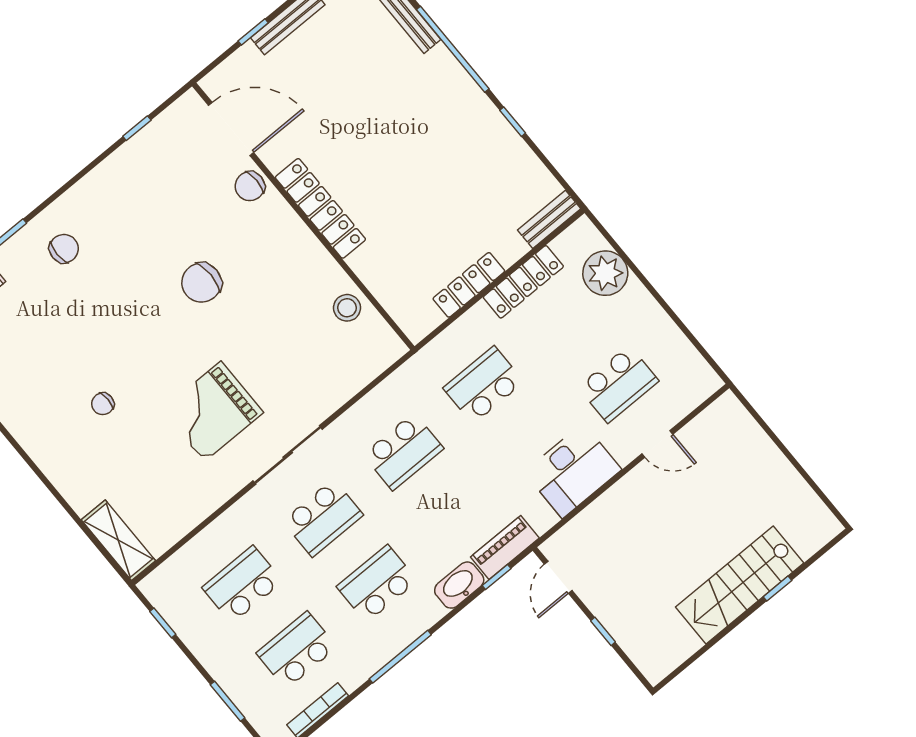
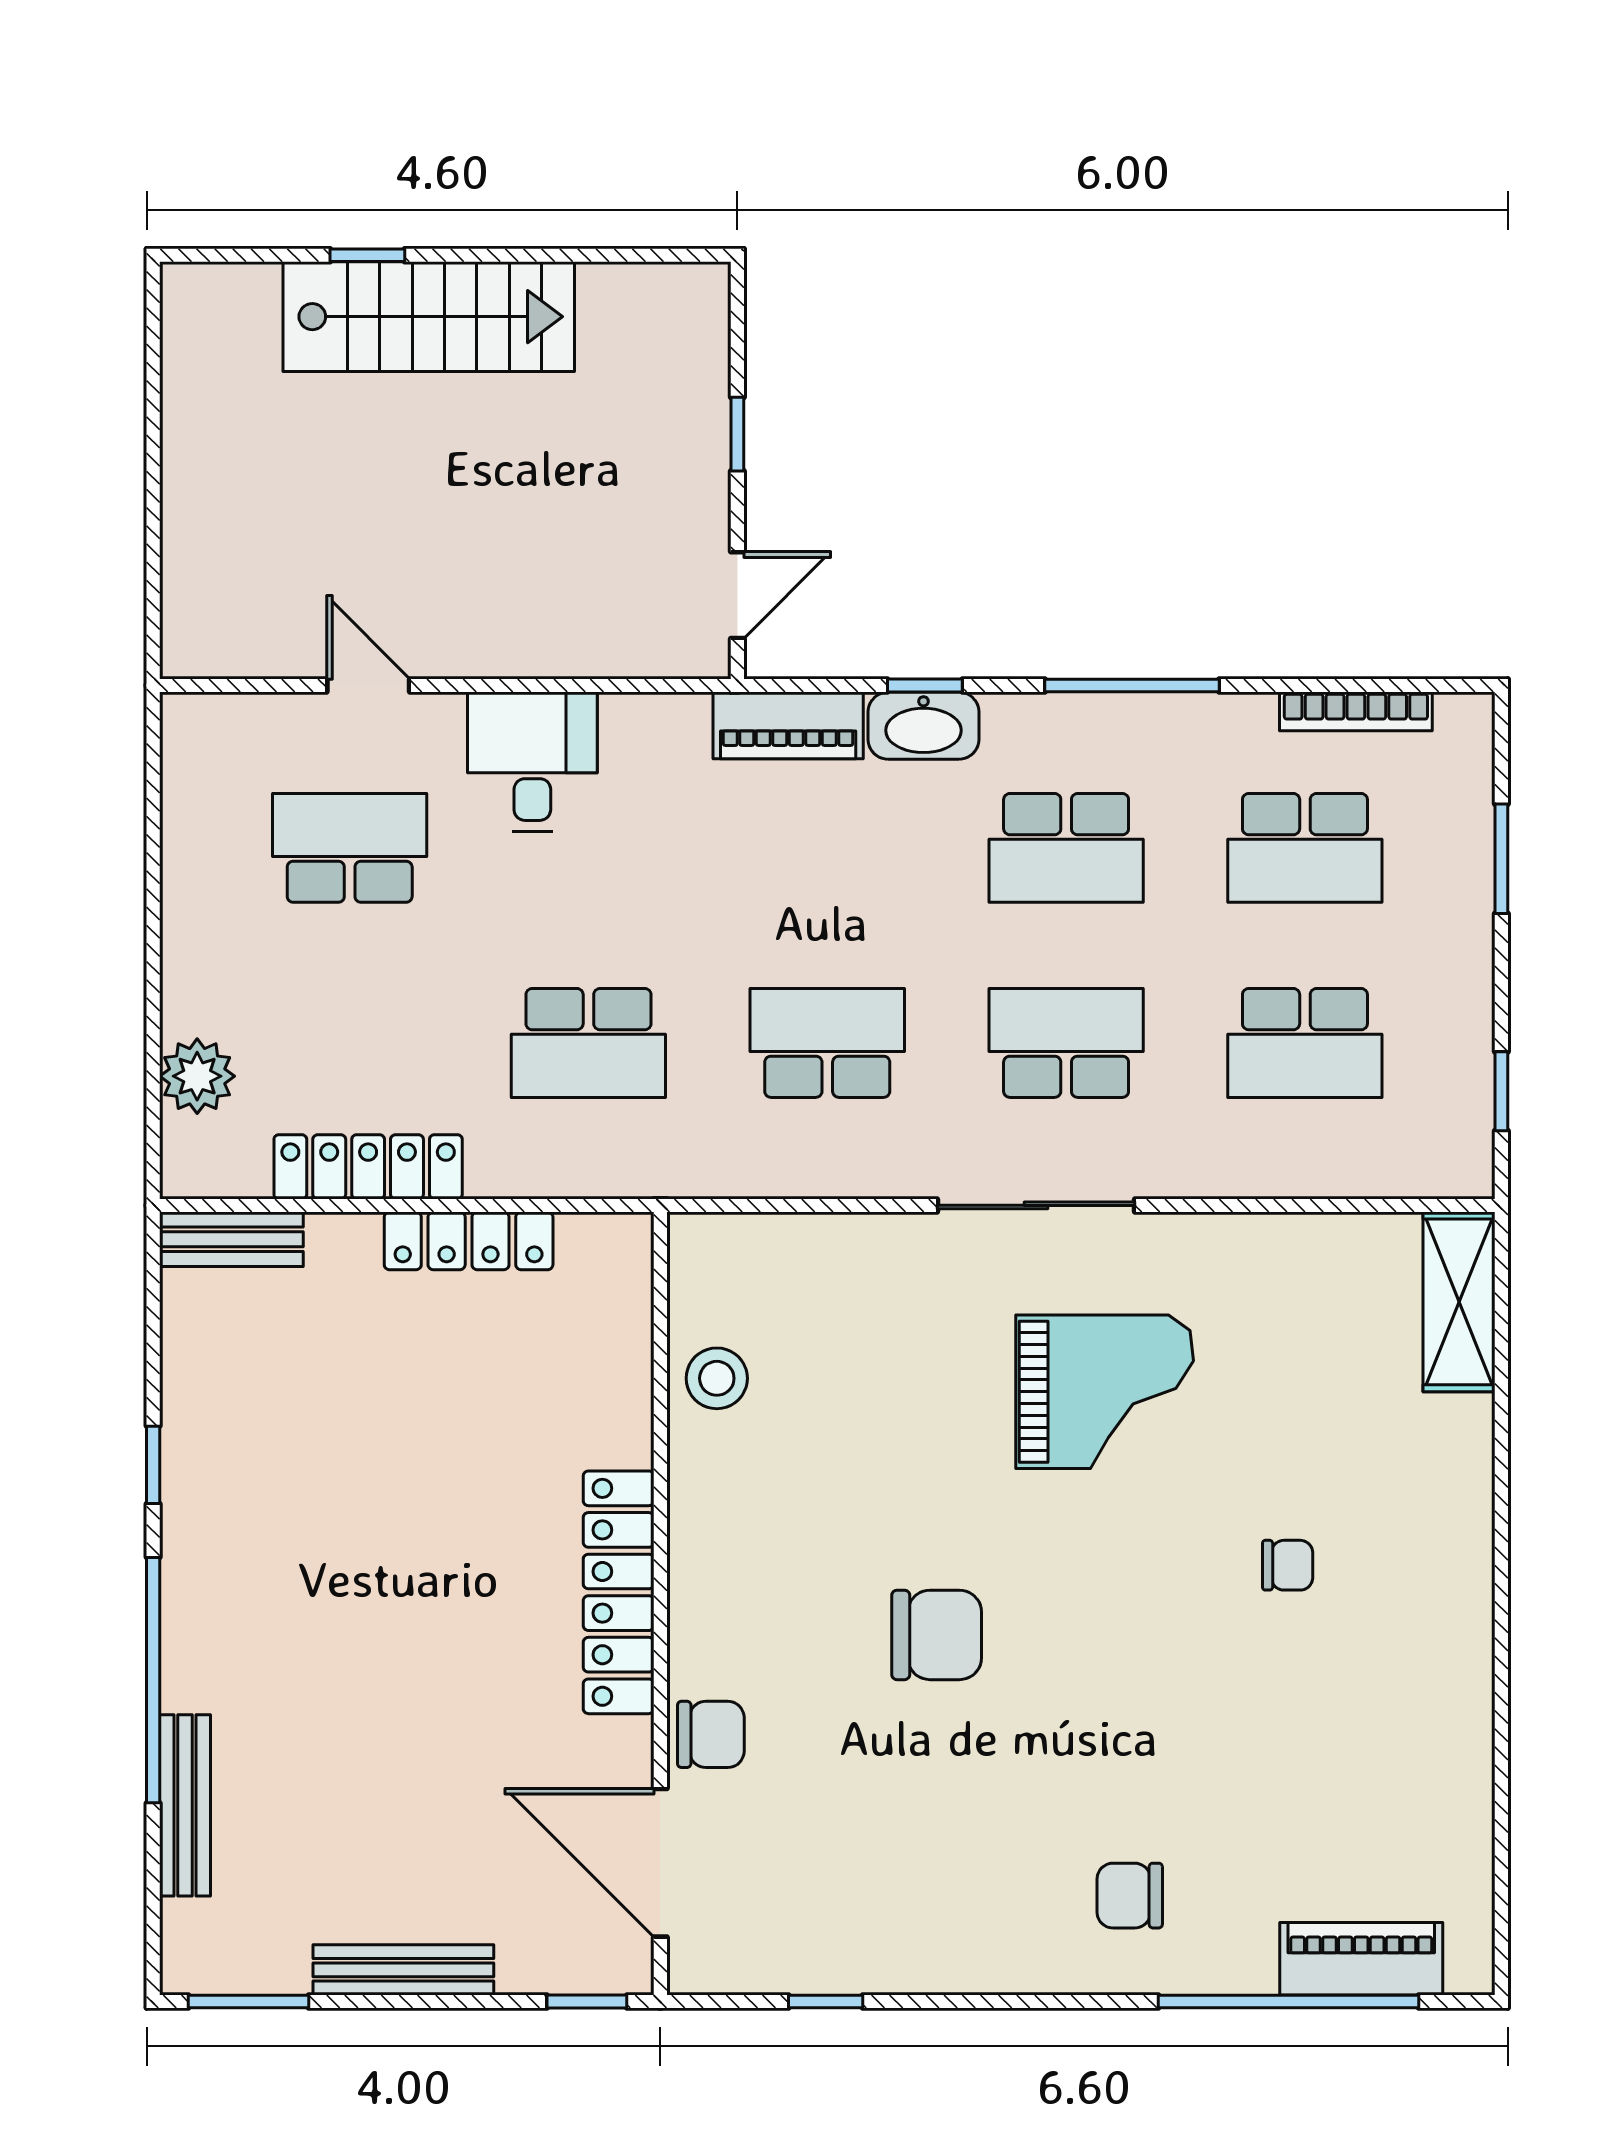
window: (253, 32) -> (587, 2002), moved
plant: (605, 273) -> (197, 1076), width x0.73, depth x0.73
desk: (573, 471) -> (532, 762), width x0.73
window: (497, 577) -> (925, 685), moved

